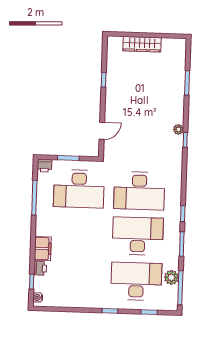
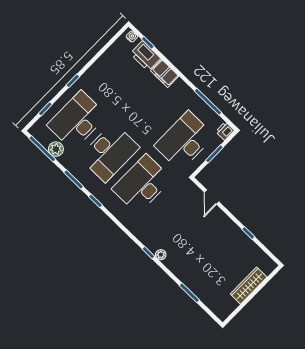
printer: (40, 268) -> (145, 56), width x1.87, depth x1.48
desk: (136, 281) -> (77, 120), turned 180

